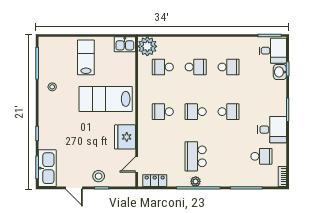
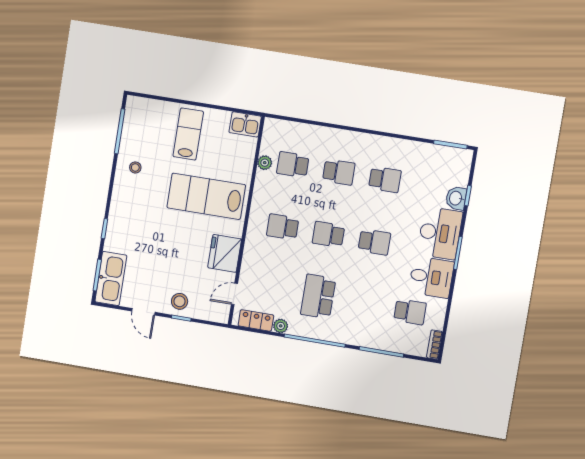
plant: (147, 46) -> (265, 163), moved, width x0.53, depth x0.53
desk: (273, 51) -> (440, 233), moved, width x1.37
plant: (196, 181) -> (281, 326), moved

